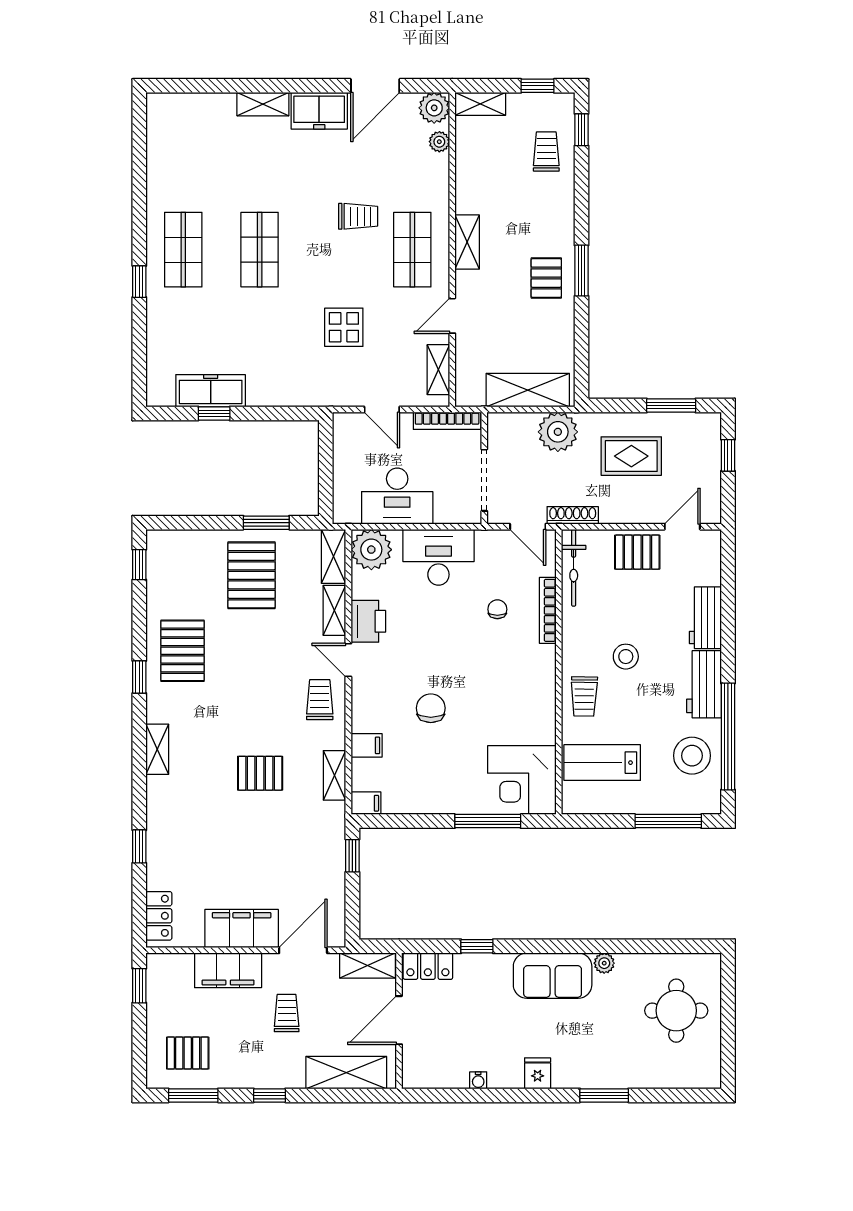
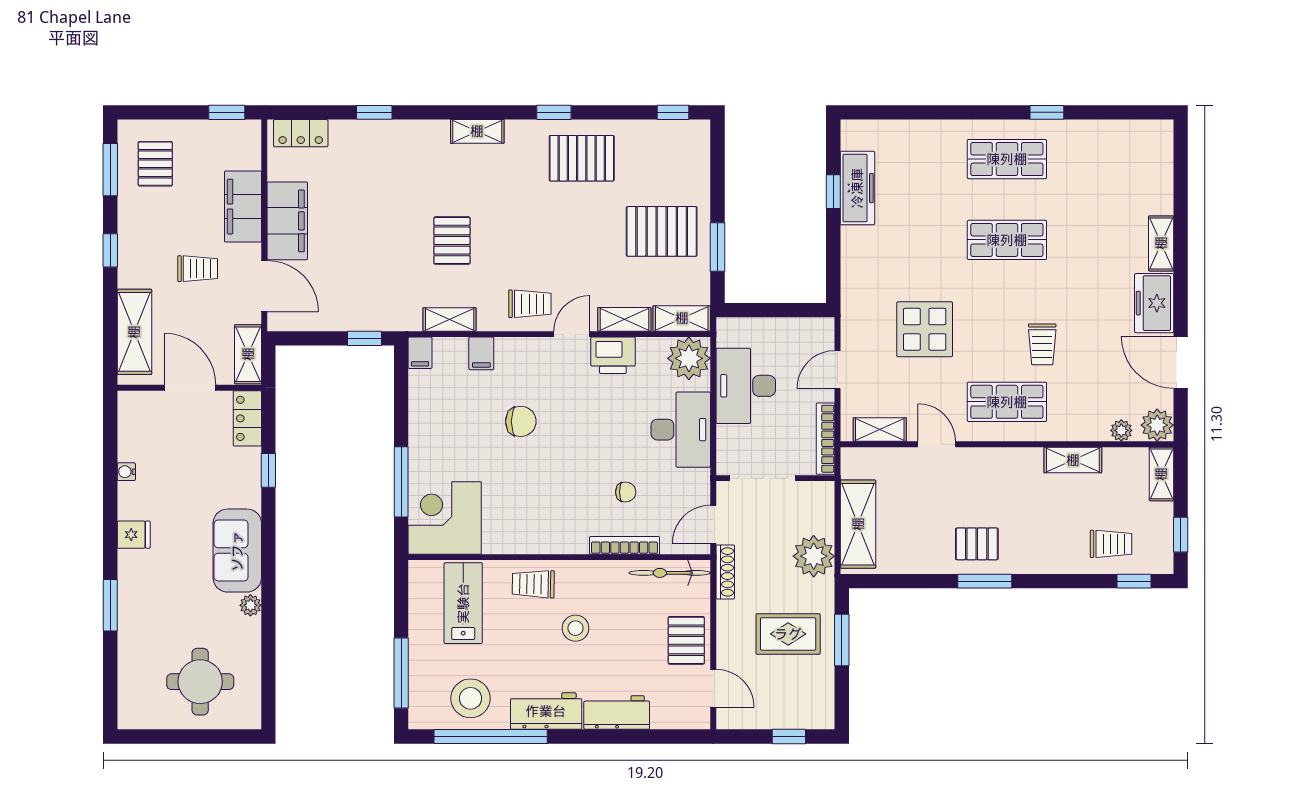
shelving: (467, 242) -> (1073, 460), moved
window: (139, 282) -> (1047, 112), moved
display table: (344, 327) -> (925, 329), width x1.36, depth x1.36
window: (671, 405) -> (842, 640), moved
rug: (631, 456) -> (788, 634), turned 90

